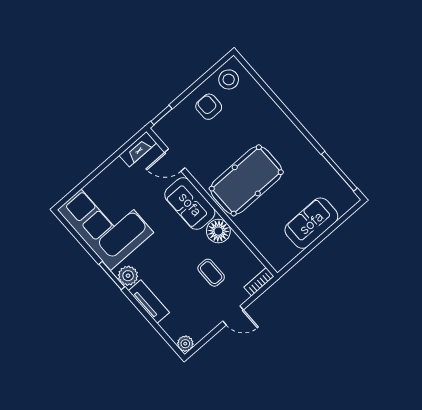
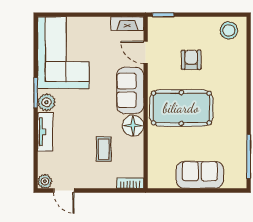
armchair: (209, 107) -> (191, 60), moved
door: (233, 315) -> (64, 190), moved

